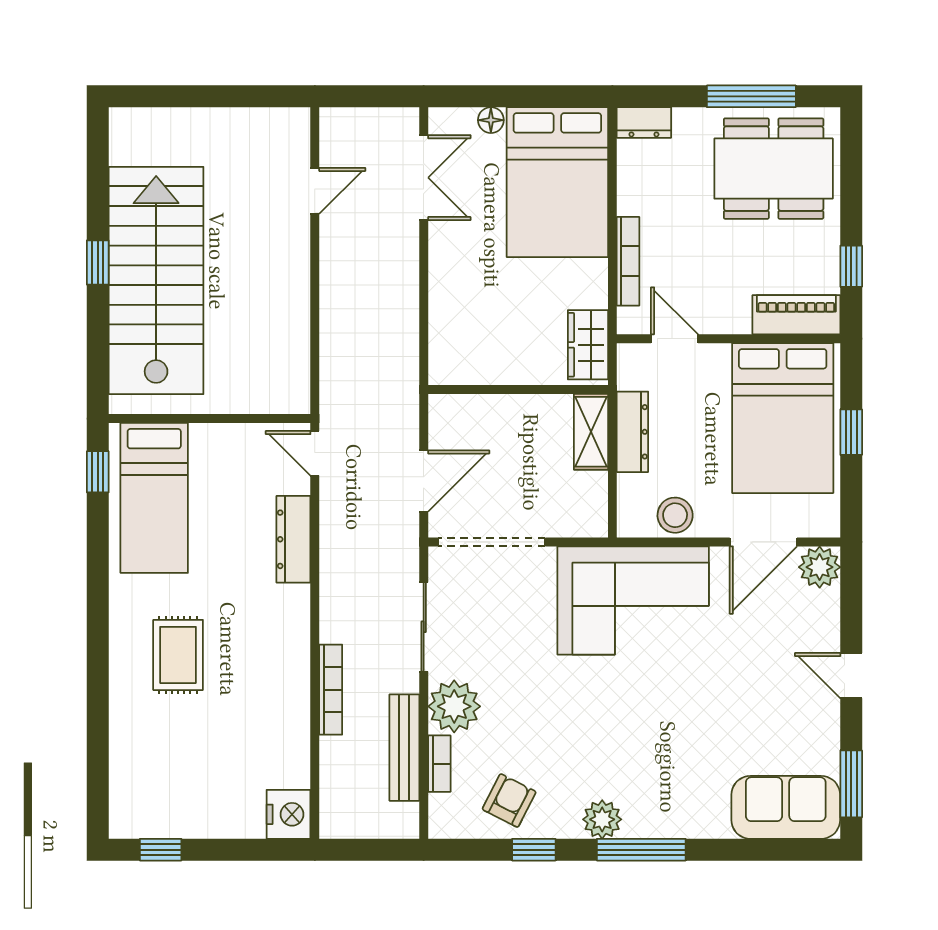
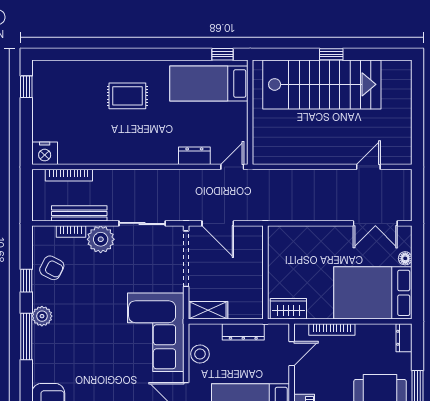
door: (315, 191) -> (368, 167), swing flipped
shelving: (591, 432) -> (208, 310), moved
dresser: (293, 539) -> (194, 156), width x0.70
bookcase: (331, 690) -> (69, 175), moved

